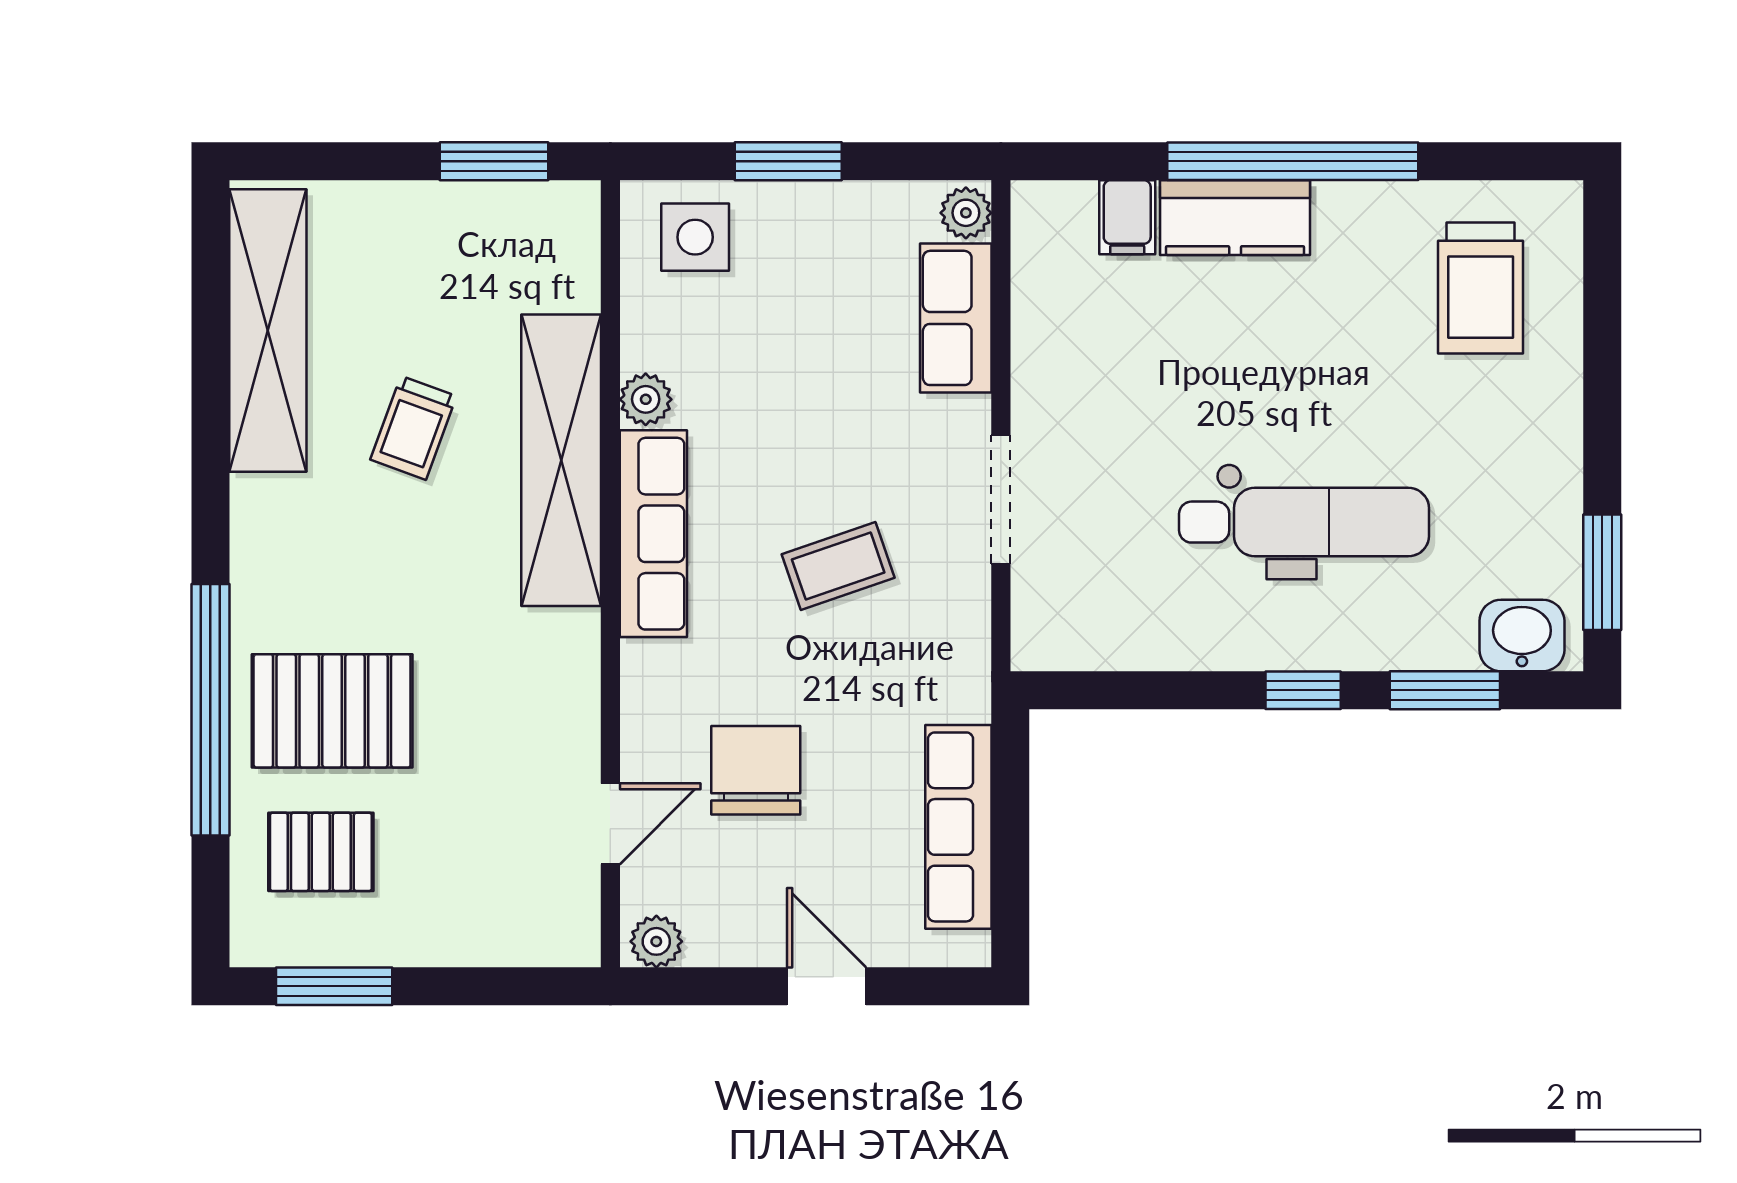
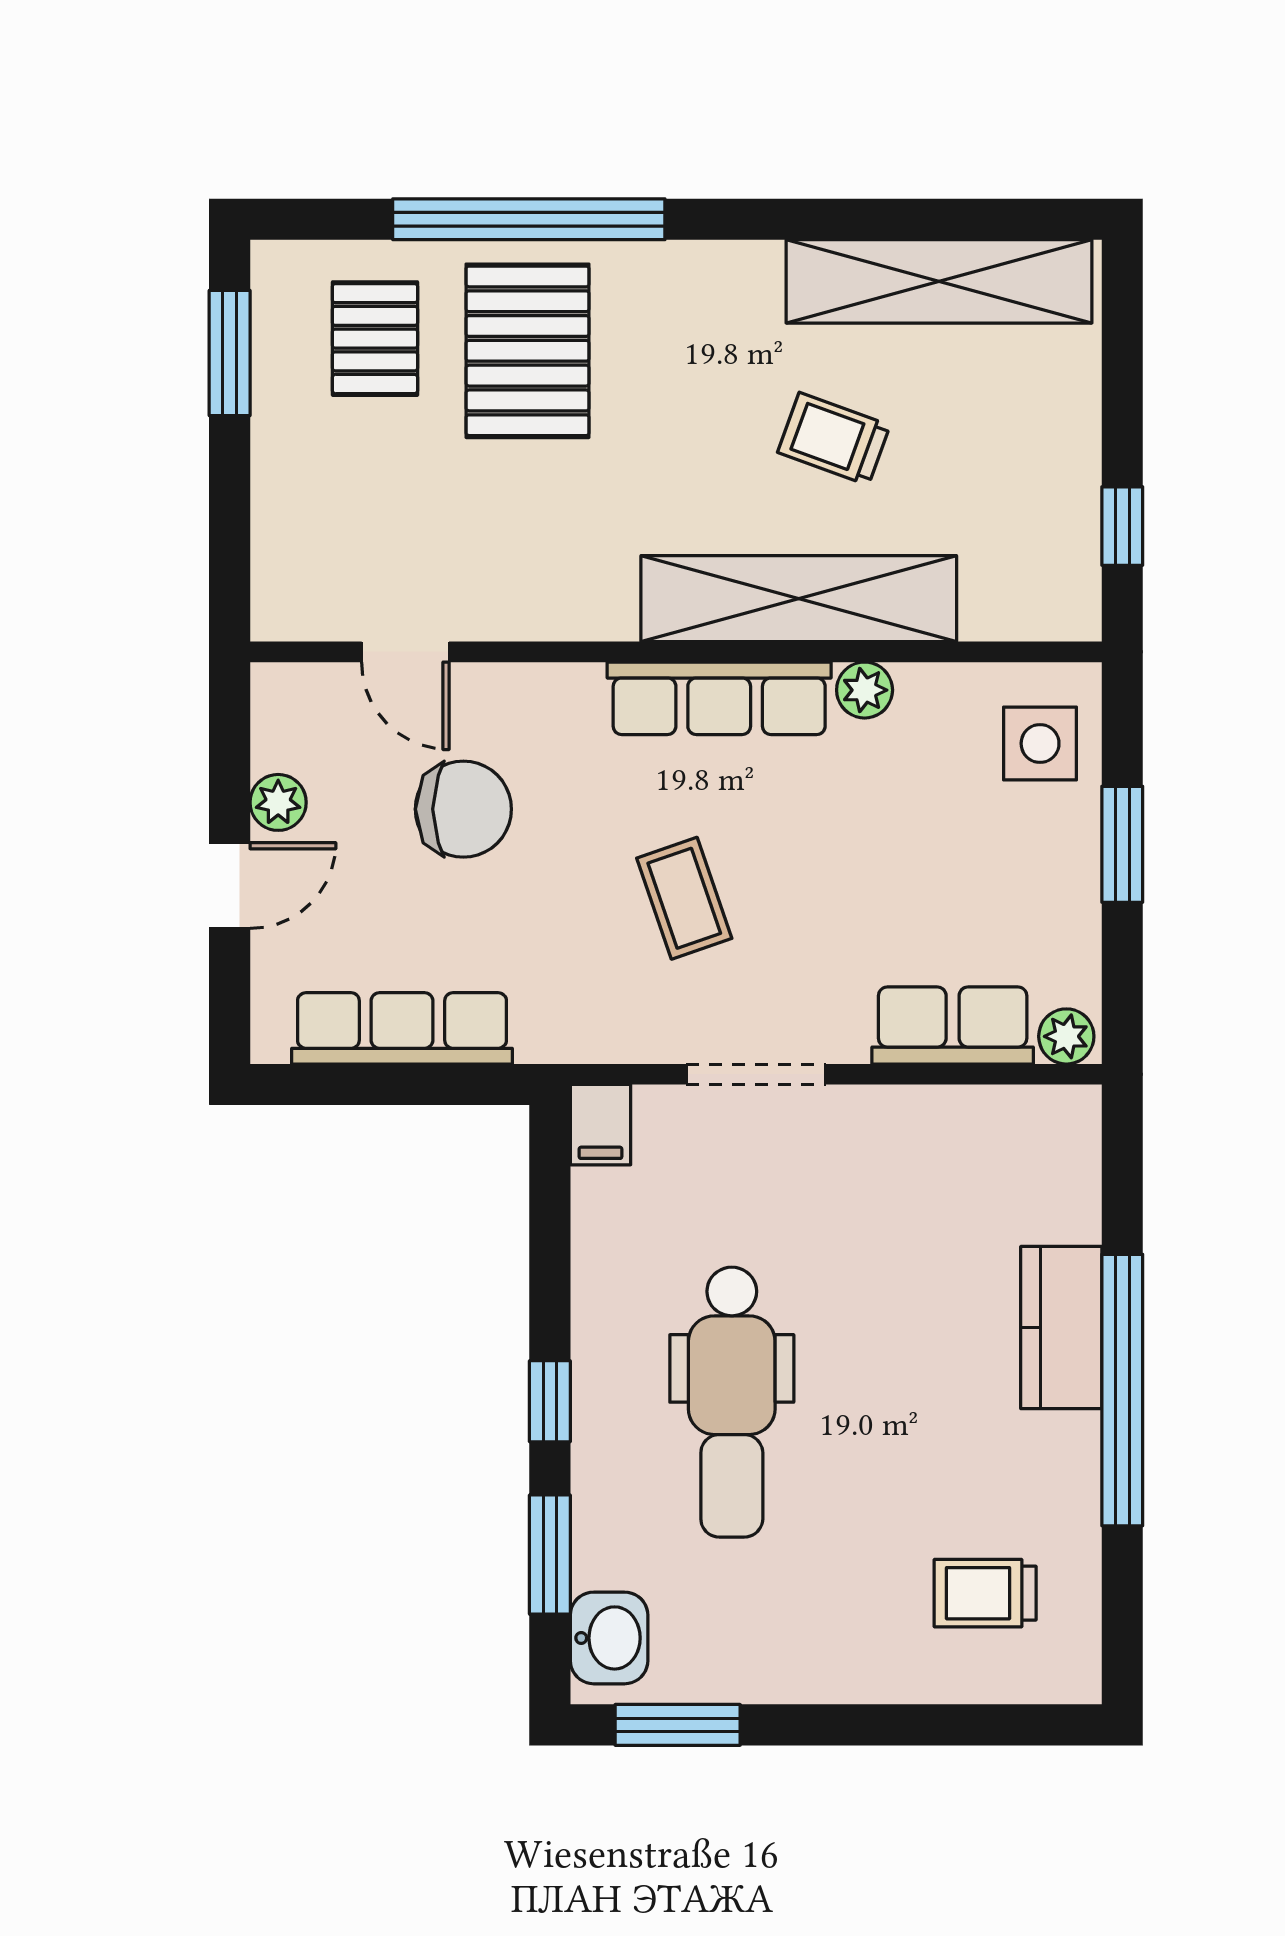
window: (494, 161) -> (1122, 526), width x0.67
filing cabinet: (1127, 217) -> (600, 1125), moved, turned -90
trolley: (1481, 288) -> (985, 1593), width x0.73, depth x0.72
plant: (656, 941) -> (278, 802), moved

